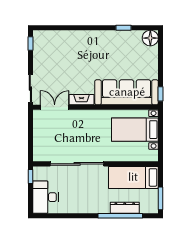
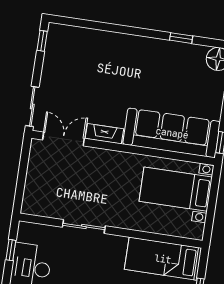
sliding door: (77, 164) -> (84, 227), width x0.54
window: (30, 177) -> (11, 250), moved

